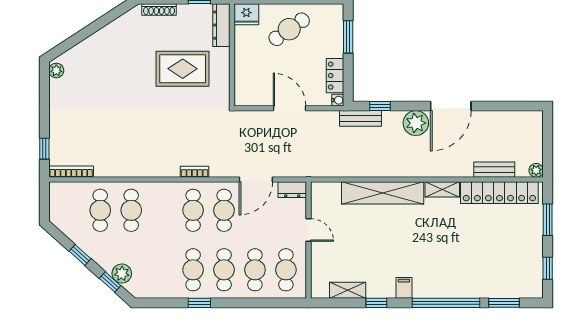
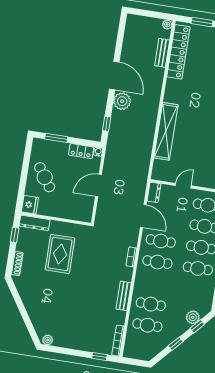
bench: (360, 118) -> (124, 296), moved
shelving: (442, 189) -> (170, 90), removed

